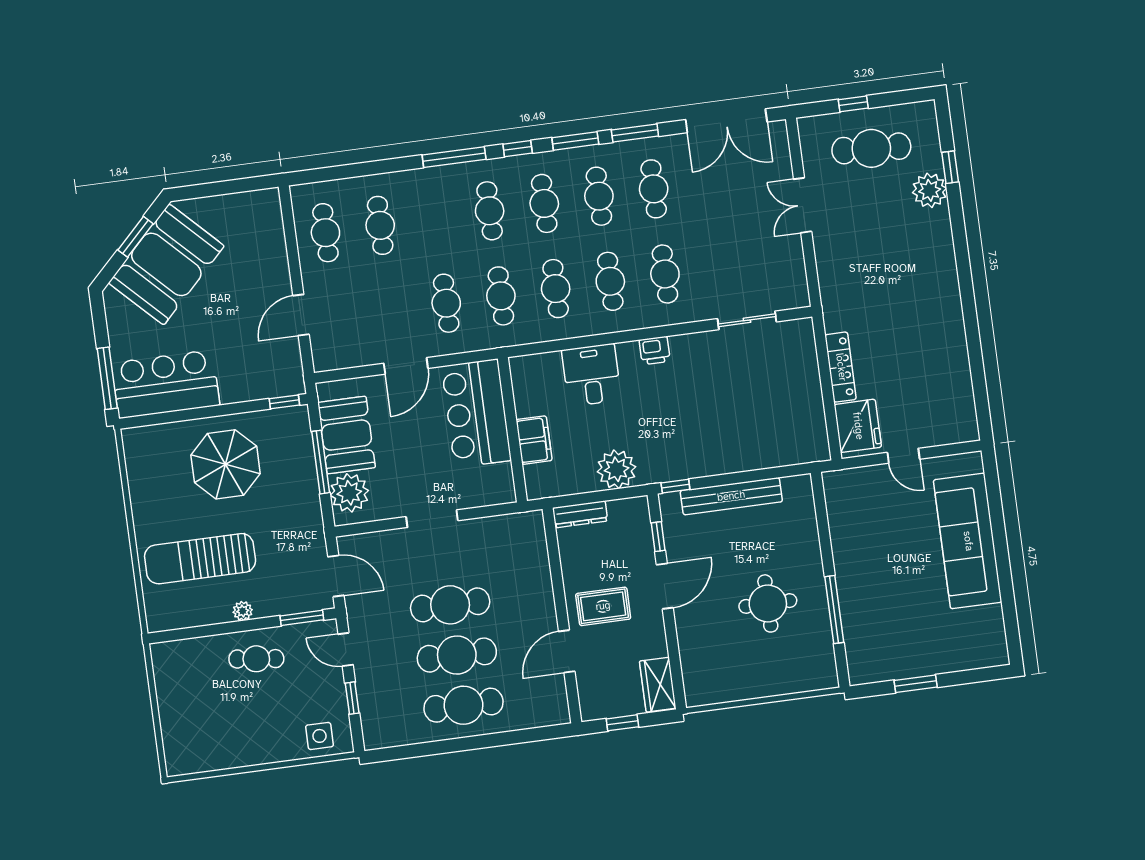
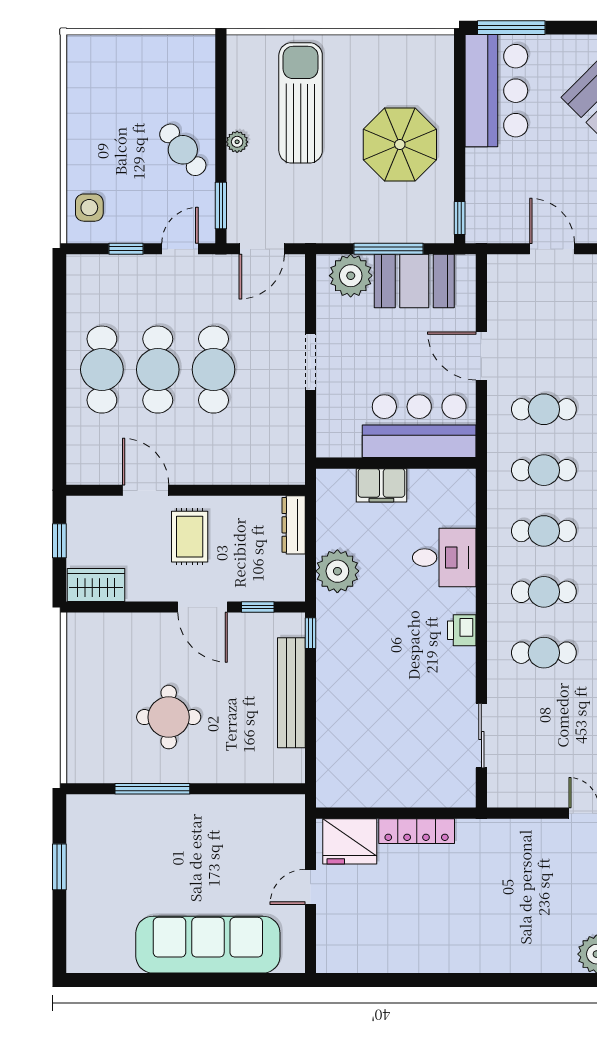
cafe table: (256, 659) -> (183, 150), turned -46

